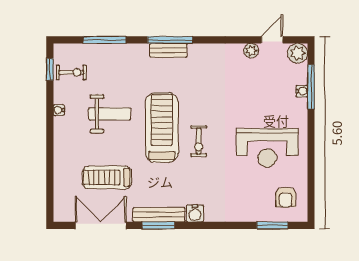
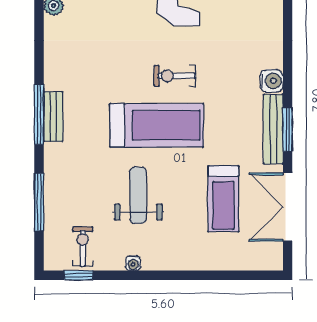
treadmill: (162, 128) -> (157, 125), turned 180
exercise bike: (199, 141) -> (175, 76), turned 180

